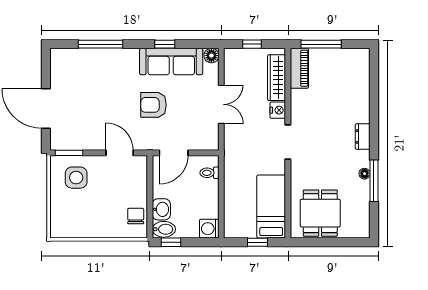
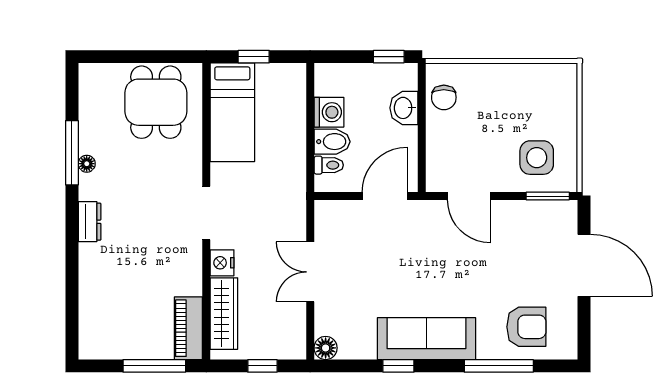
sofa: (171, 62) -> (426, 339), moved
armchair: (154, 105) -> (526, 327), moved
bidet: (164, 229) -> (332, 142), moved, turned 180
washing machine: (209, 229) -> (329, 112), moved

